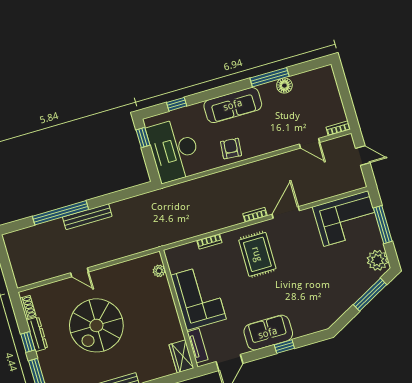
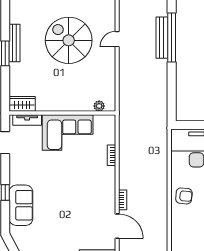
bench: (87, 217) -> (162, 38), moved
rug: (257, 254) -> (89, 192), removed
sofa: (268, 333) -> (21, 205), moved

